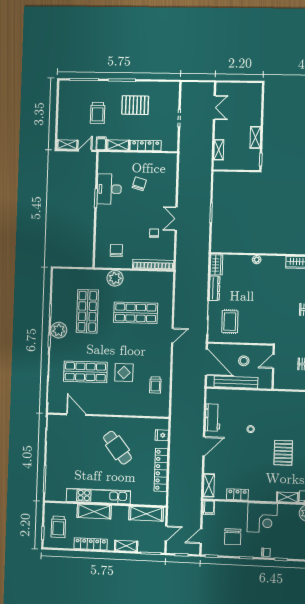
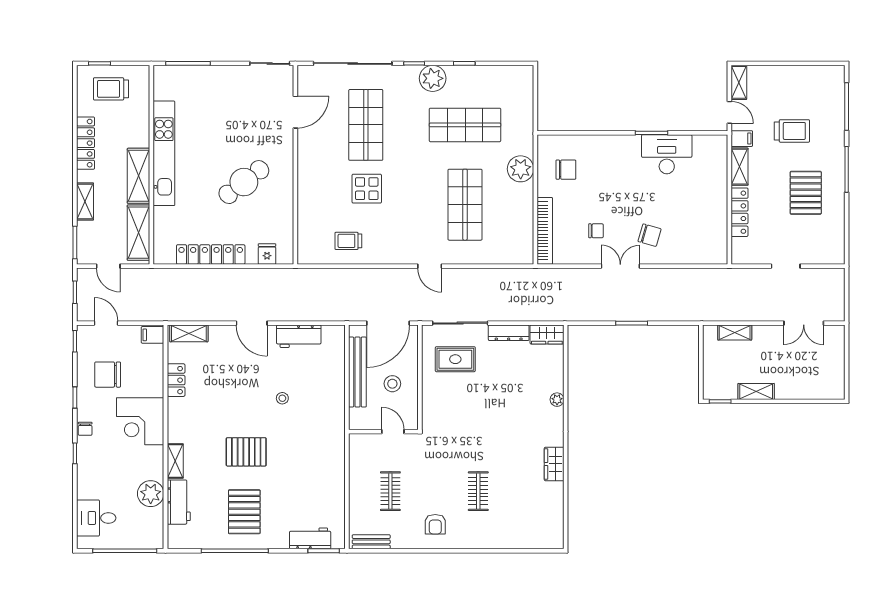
trolley: (98, 113) -> (792, 131), turned 180
chair: (139, 184) -> (650, 235), moved
shelving: (94, 511) -> (138, 176), moved

